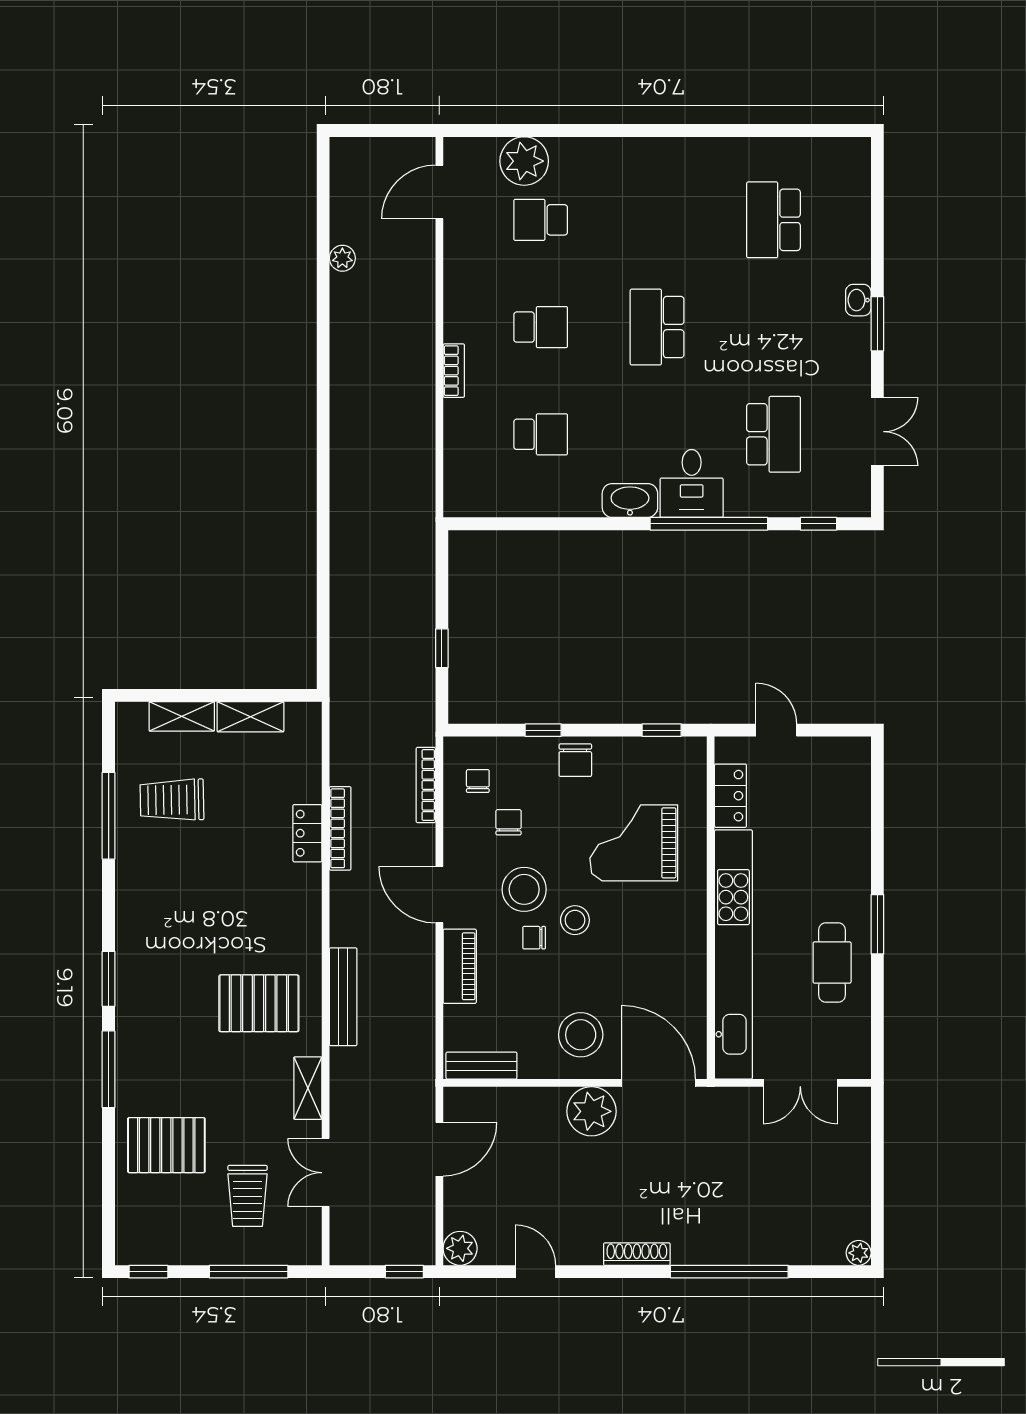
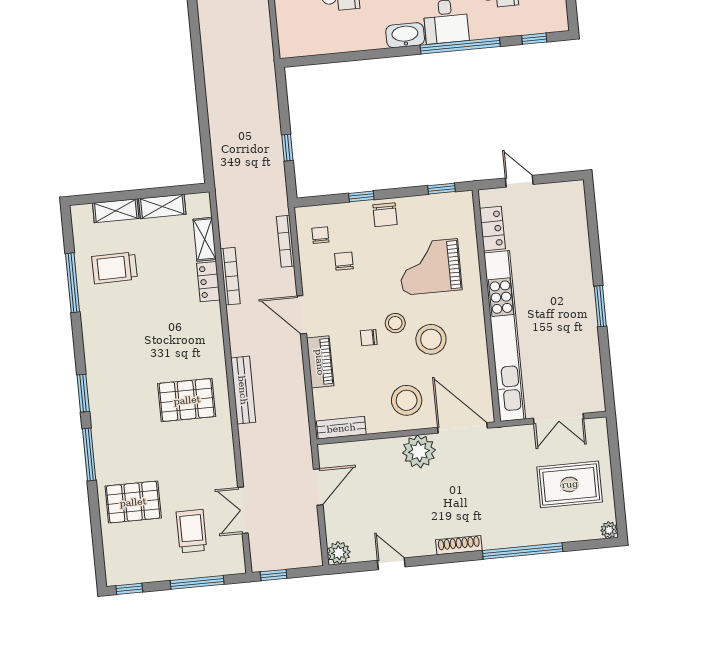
stool: (524, 889) -> (431, 339), moved
cafe table: (832, 963) -> (572, 335), removed
shelving: (308, 1088) -> (205, 239), moved
rug: (807, 1181) -> (570, 484), added
trolley: (248, 1196) -> (191, 531), turned 180
window: (404, 1272) -> (274, 575), moved

